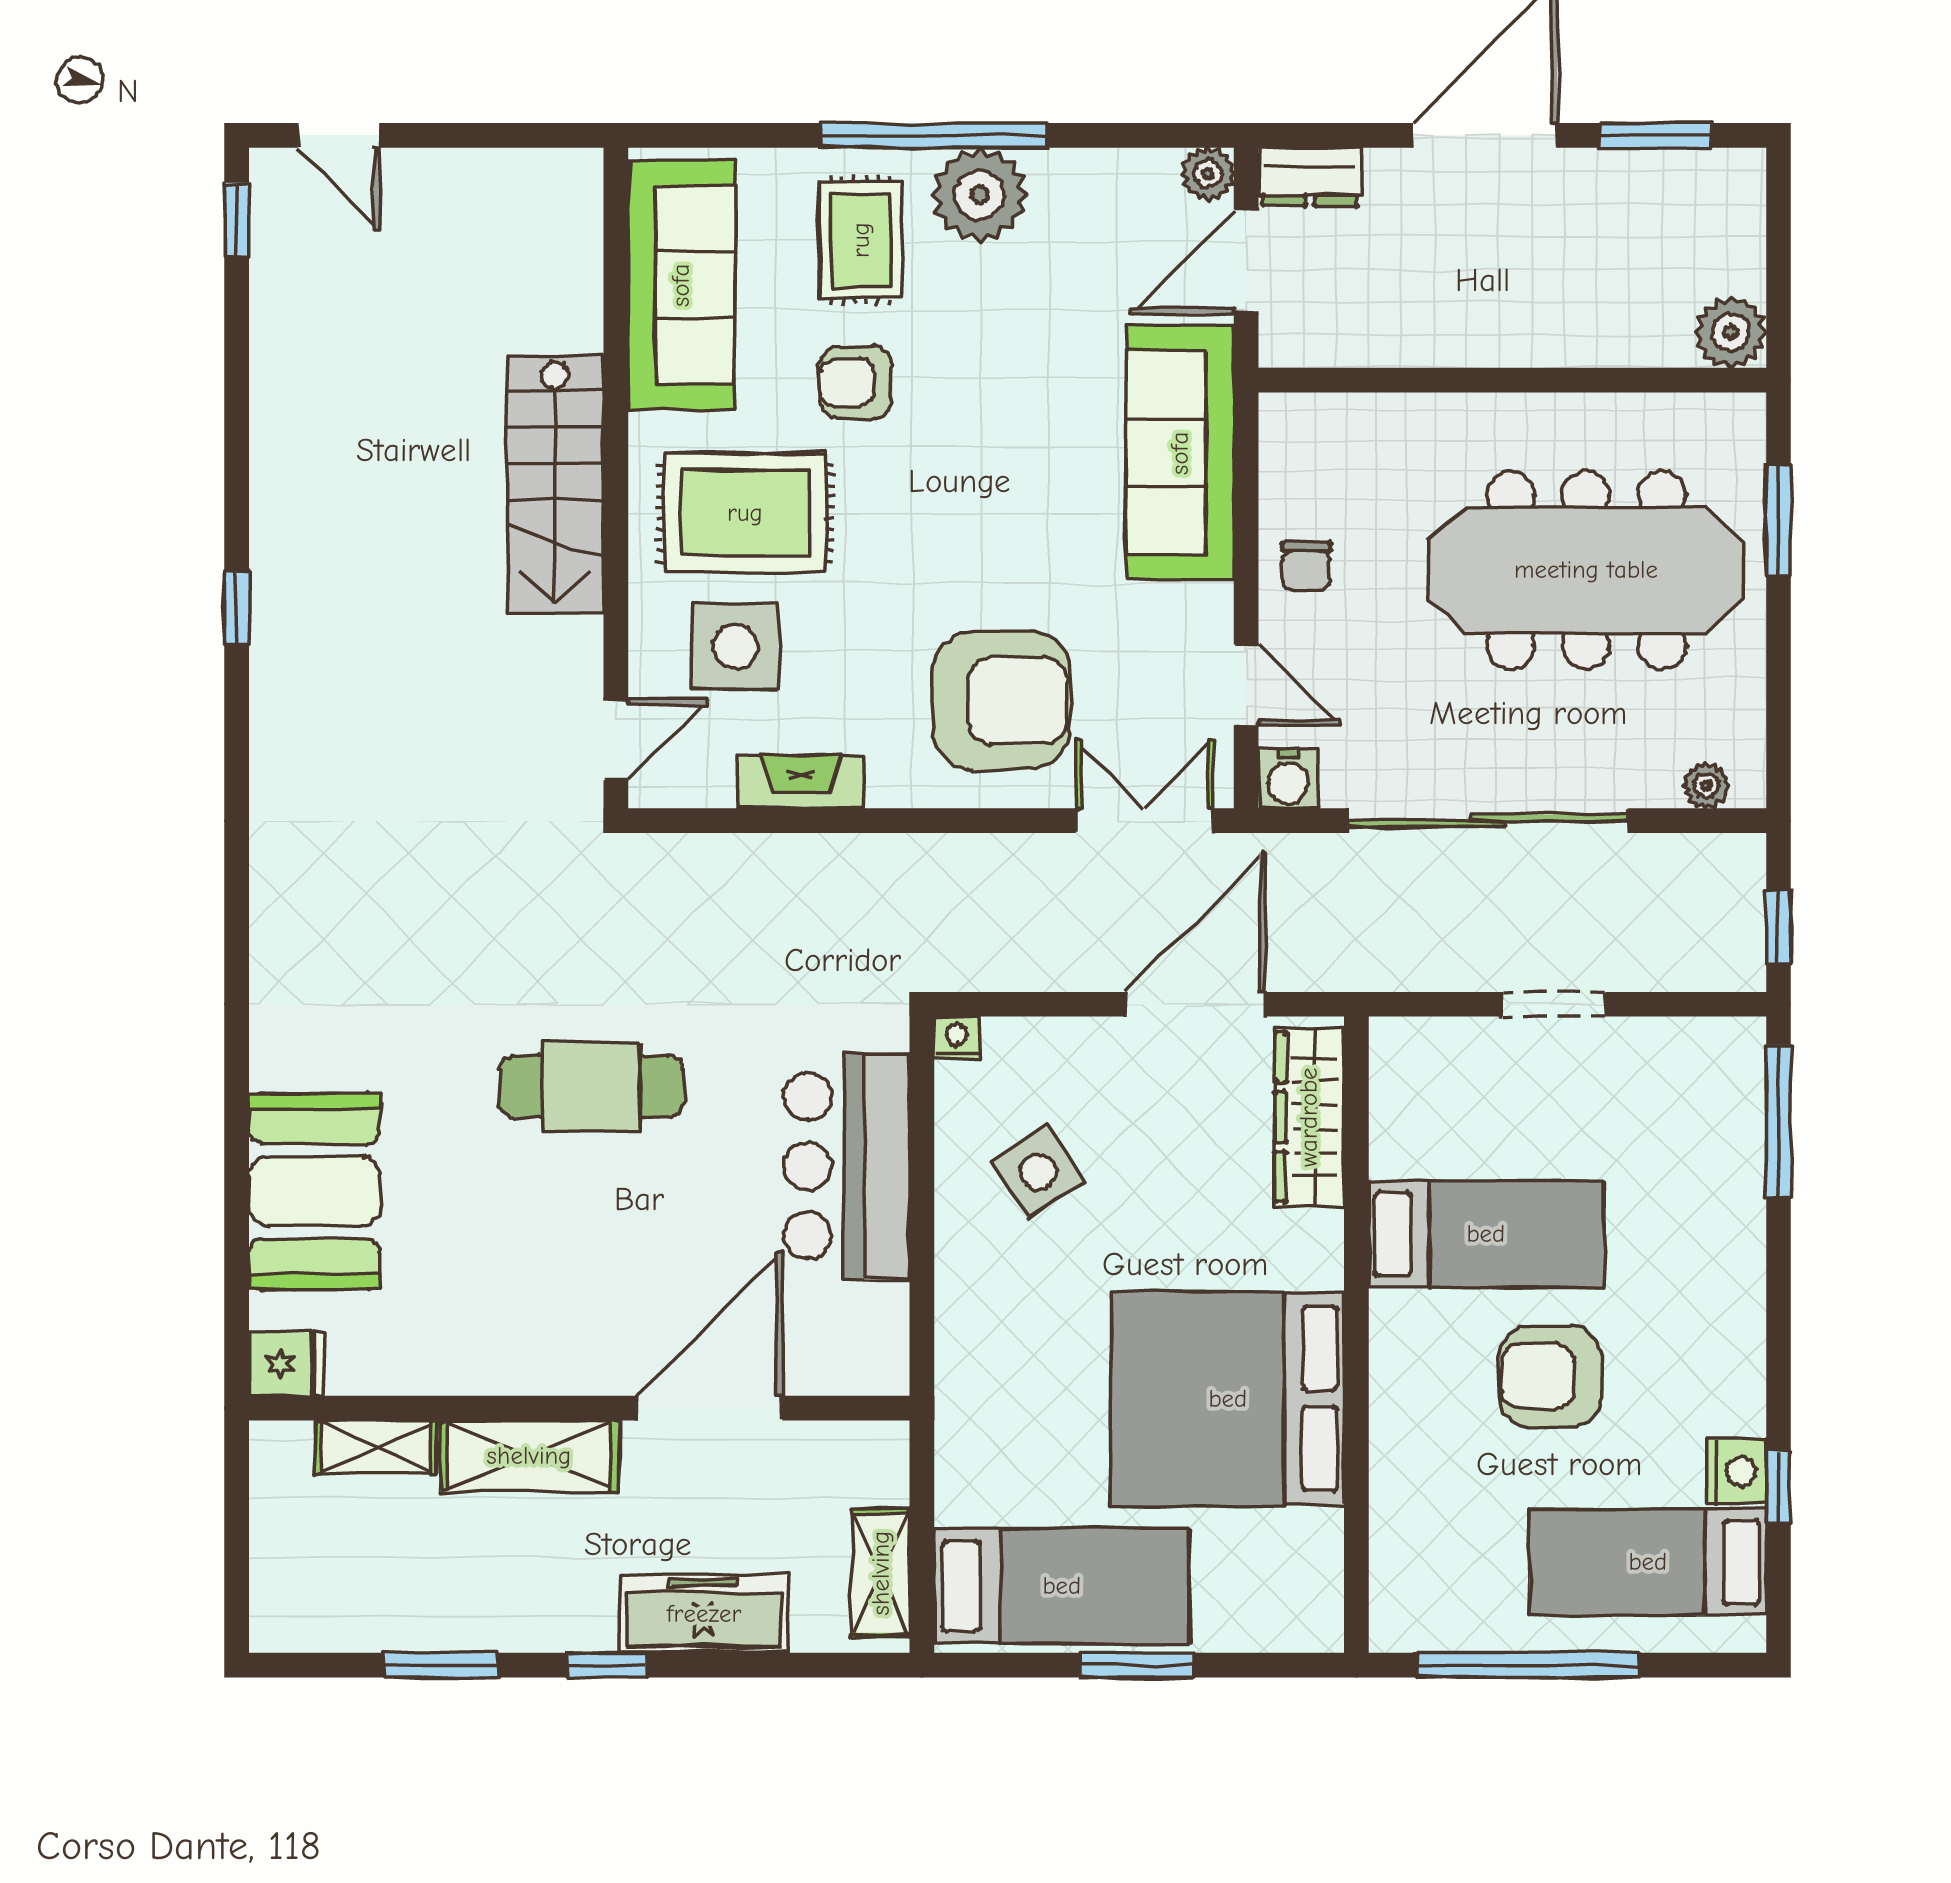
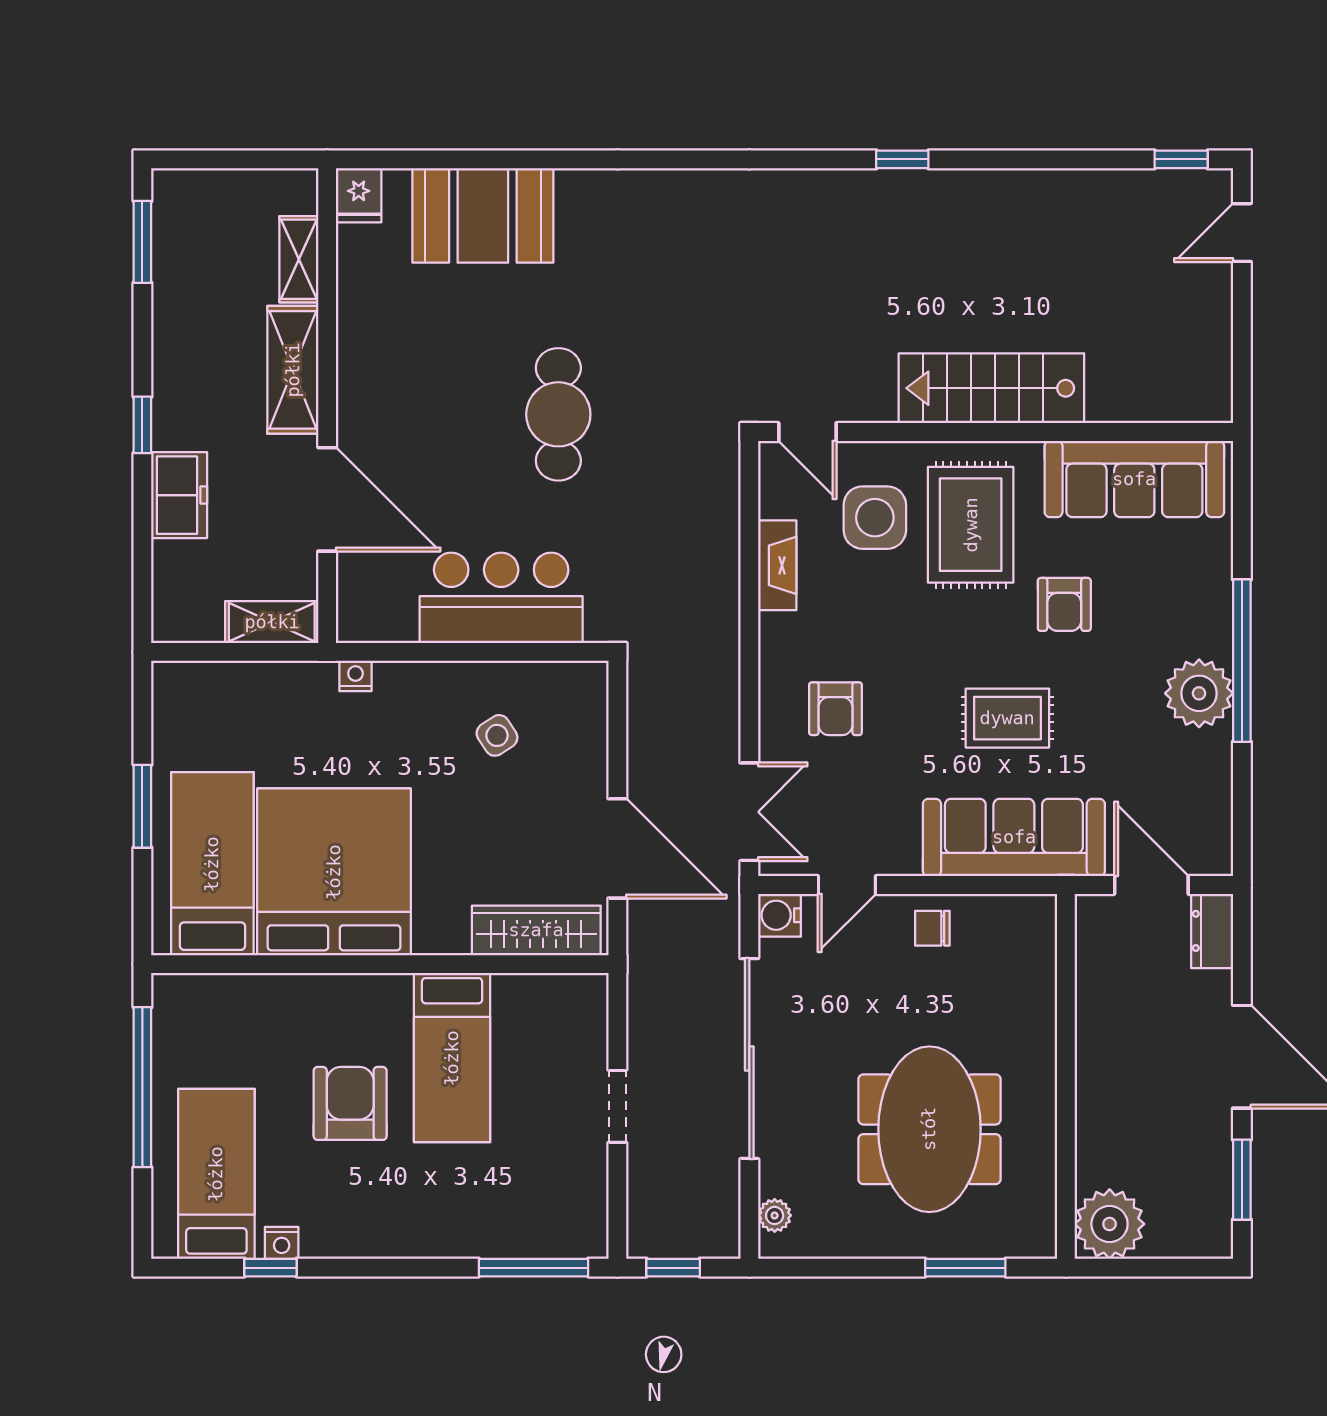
plant: (1208, 174) -> (1214, 857), removed
rug: (861, 240) -> (1007, 718), moved
plant: (1731, 332) -> (1110, 1224), width x1.36, depth x1.36
armchair: (856, 383) -> (1064, 604), turned 180
meeting table: (1586, 570) -> (929, 1129), width x0.73
armchair: (1001, 701) -> (835, 709), width x0.53, depth x0.53
nightstand: (957, 1038) -> (355, 676), moved, turned -90
side table: (1038, 1172) -> (497, 735), width x0.73, depth x0.73
nightstand: (1736, 1471) -> (282, 1243), width x0.72, depth x0.74
shelving: (881, 1573) -> (272, 622), moved
bed: (1062, 1586) -> (212, 864), moved, turned 180
freezer: (704, 1614) -> (179, 495), width x0.71
window: (440, 1665) -> (142, 242), moved

